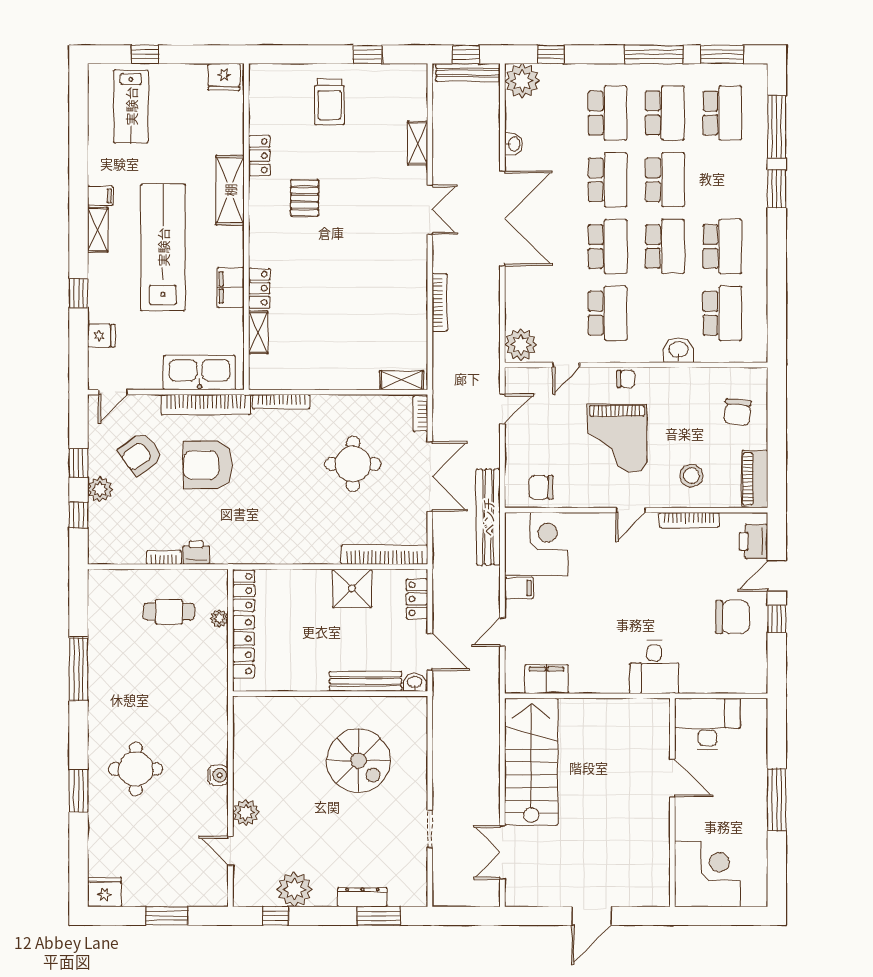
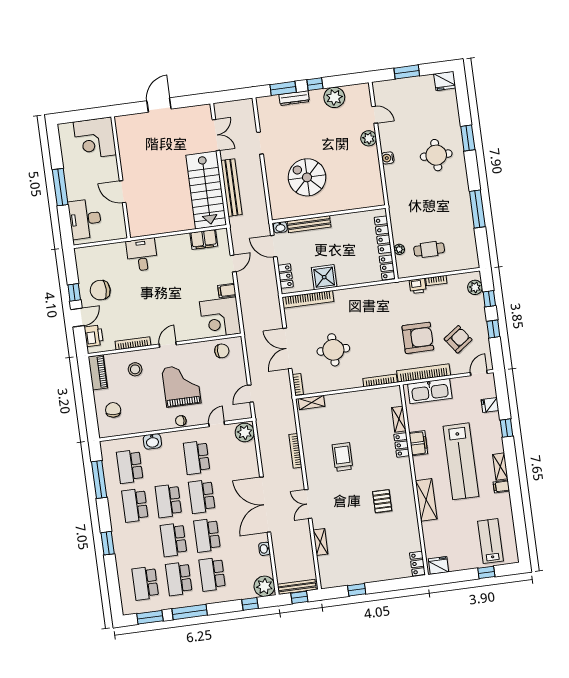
trolley: (330, 102) -> (342, 457), moved
window: (777, 127) -> (99, 479), moved
locker: (259, 156) -> (417, 564), moved
plant: (100, 489) -> (475, 287), moved
bench: (488, 517) -> (231, 188), moved
desk: (707, 724) -> (85, 219), moved, turned 90
window: (275, 916) -> (315, 84), moved

